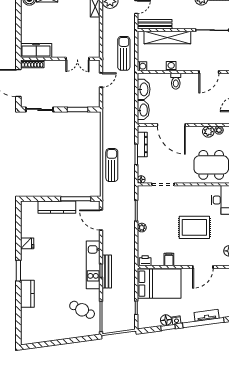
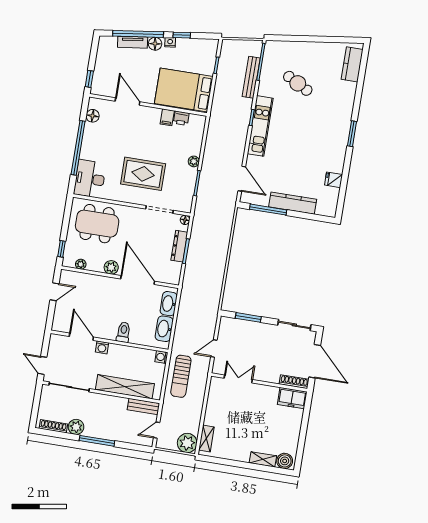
bench: (155, 24) -> (143, 406), width x0.73
freezer: (36, 50) -> (292, 398), width x0.71
washing machine: (171, 66) -> (102, 347), moved
door: (209, 72) -> (81, 337), hinge flipped
plant: (208, 132) -> (111, 267), moved
dresser: (142, 145) -> (179, 246), moved
sun lounger: (112, 165) -> (218, 243), removed
rug: (194, 227) -> (143, 174), moved
fridge: (27, 243) -> (334, 180), moved
printer: (145, 261) -> (181, 118), moved
door: (203, 267) -> (127, 101), hinge flipped
bench: (107, 272) -> (251, 77), moved
kitchen counter: (27, 294) -> (352, 64), moved
cafe table: (82, 310) -> (298, 83), moved
floor lamp: (166, 320) -> (155, 44), moved

